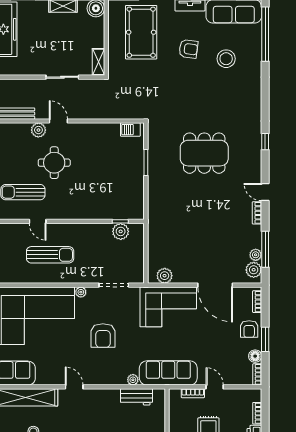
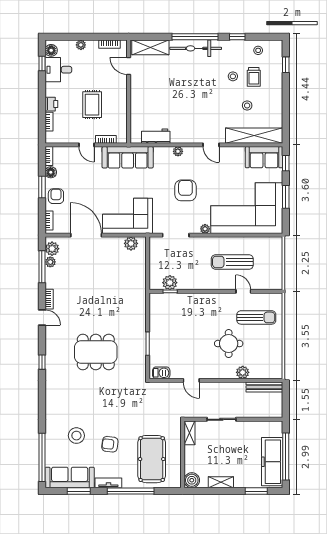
door: (58, 121) -> (191, 380), moved
plant: (133, 380) -> (178, 151), moved

